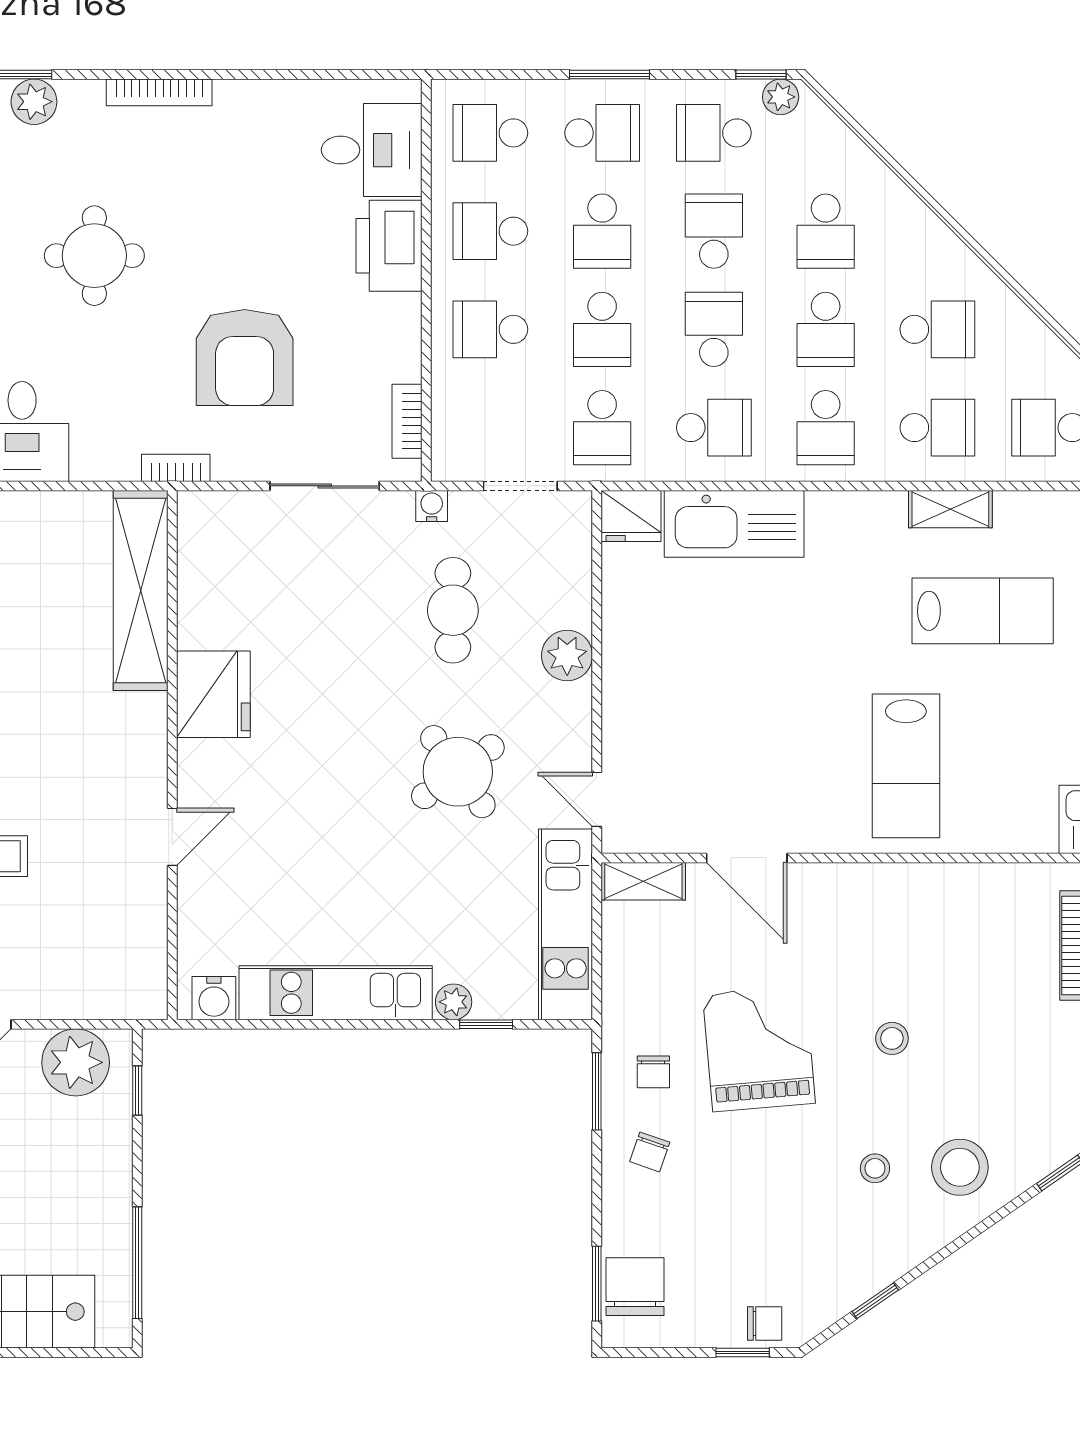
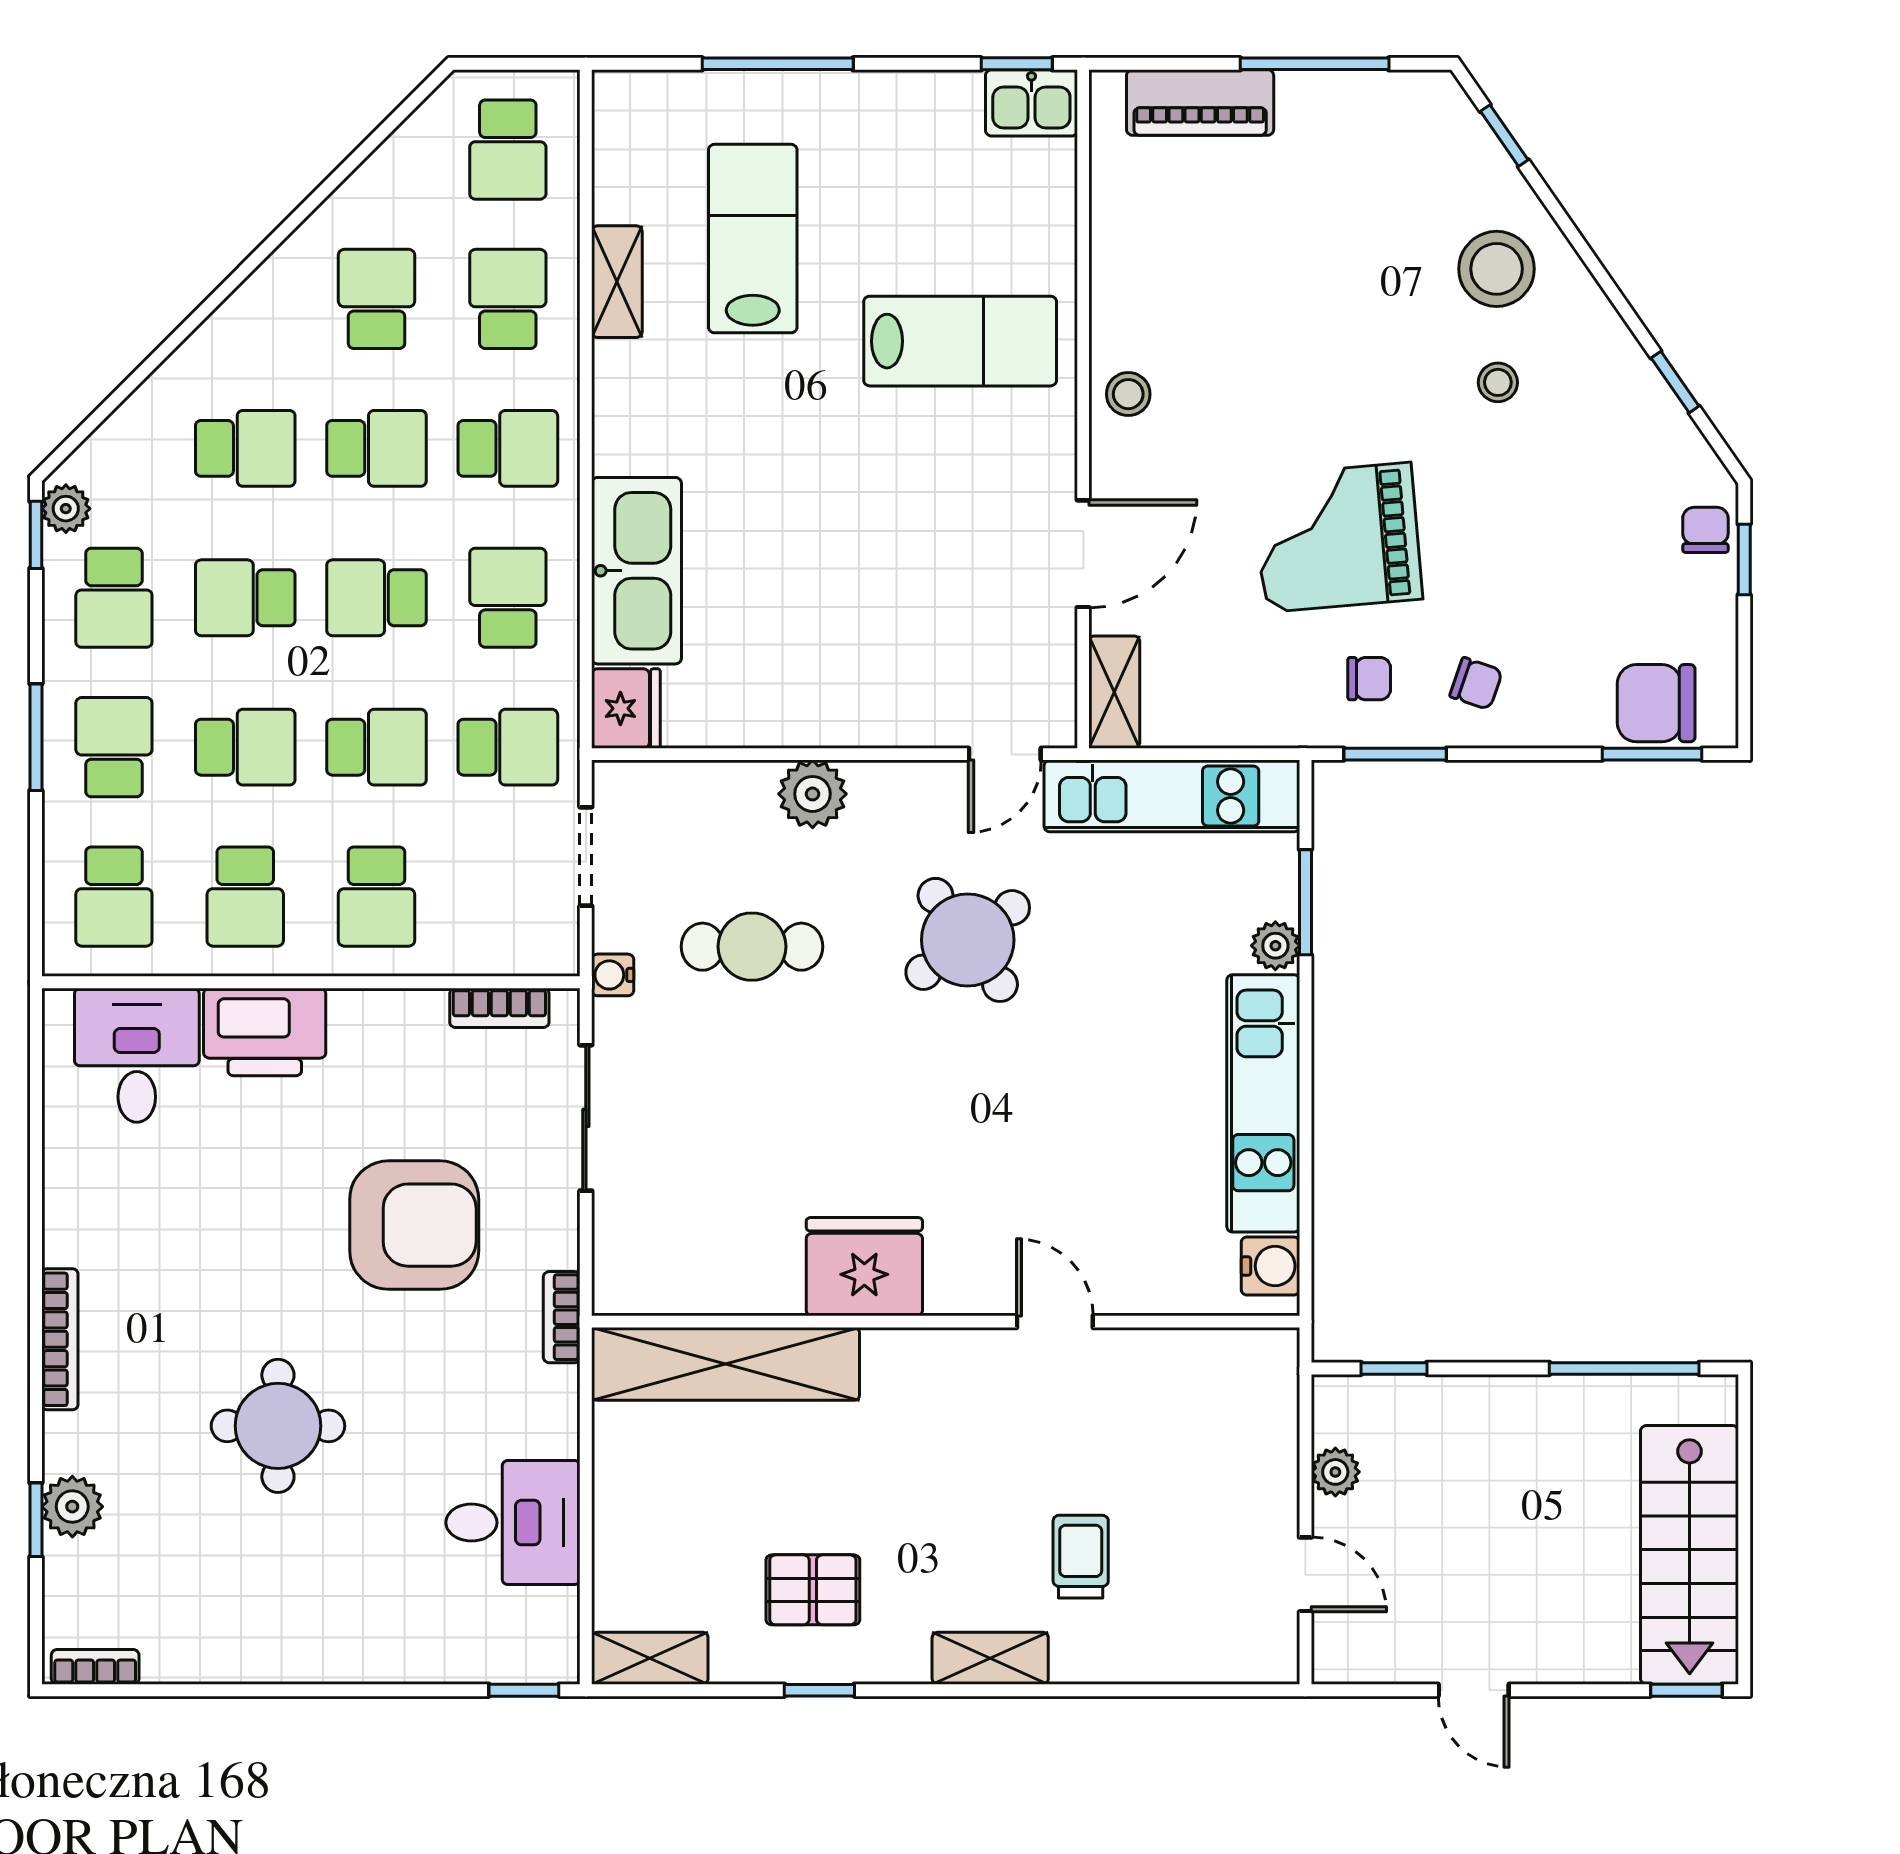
window: (486, 1024) -> (1305, 902), width x1.50
stool: (892, 1038) -> (1128, 394), moved
plant: (76, 1062) -> (1335, 1472), width x0.53, depth x0.53

